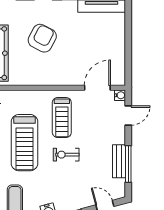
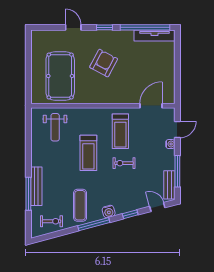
water cooler: (120, 95) -> (170, 144), moved
treadmill: (25, 143) -> (88, 153), width x0.73, depth x0.73
bench: (119, 161) -> (169, 185), moved

